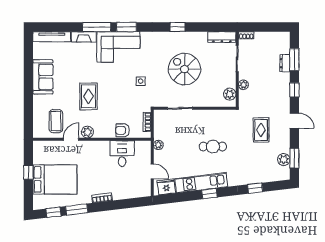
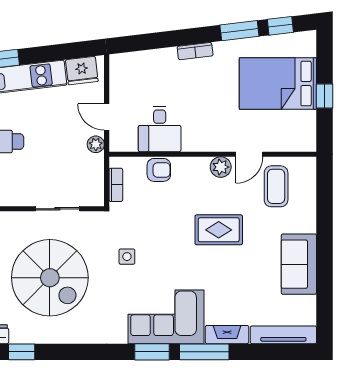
window: (178, 27) -> (22, 352), moved
spiral stairs: (184, 69) -> (50, 278), width x1.37, depth x1.37
rug: (88, 96) -> (219, 230), turned 90
door: (152, 171) -> (107, 117), moved

